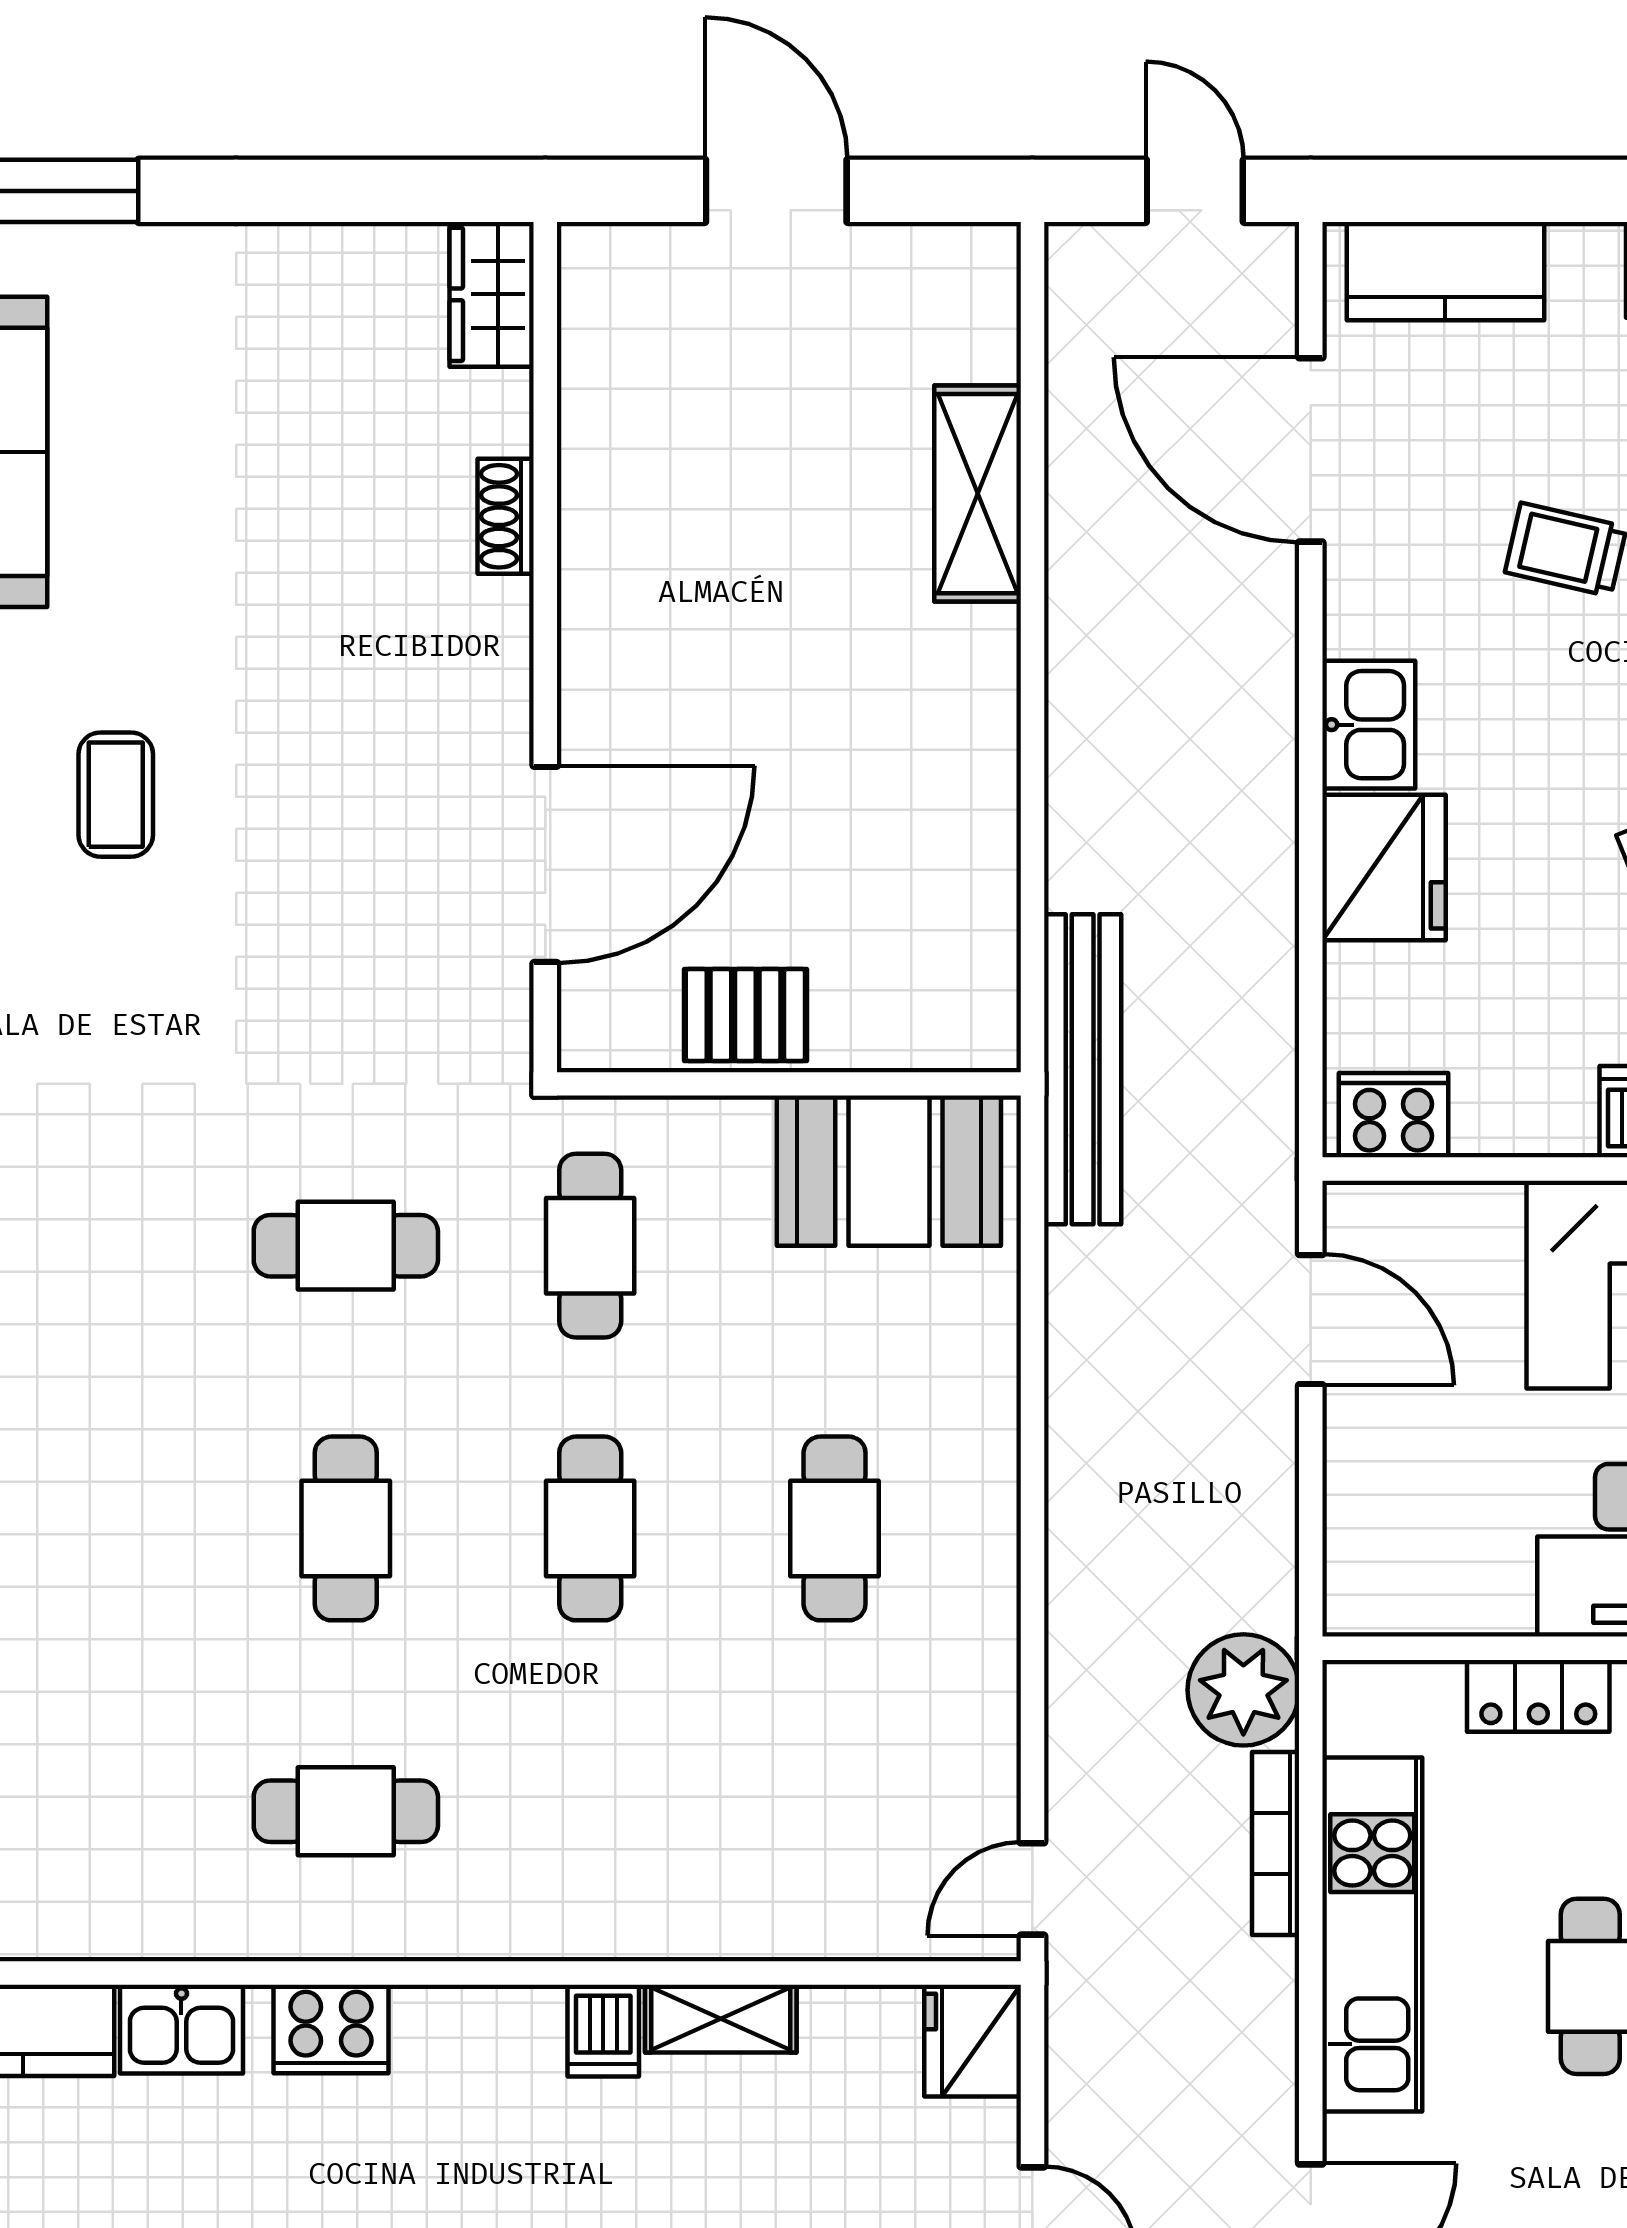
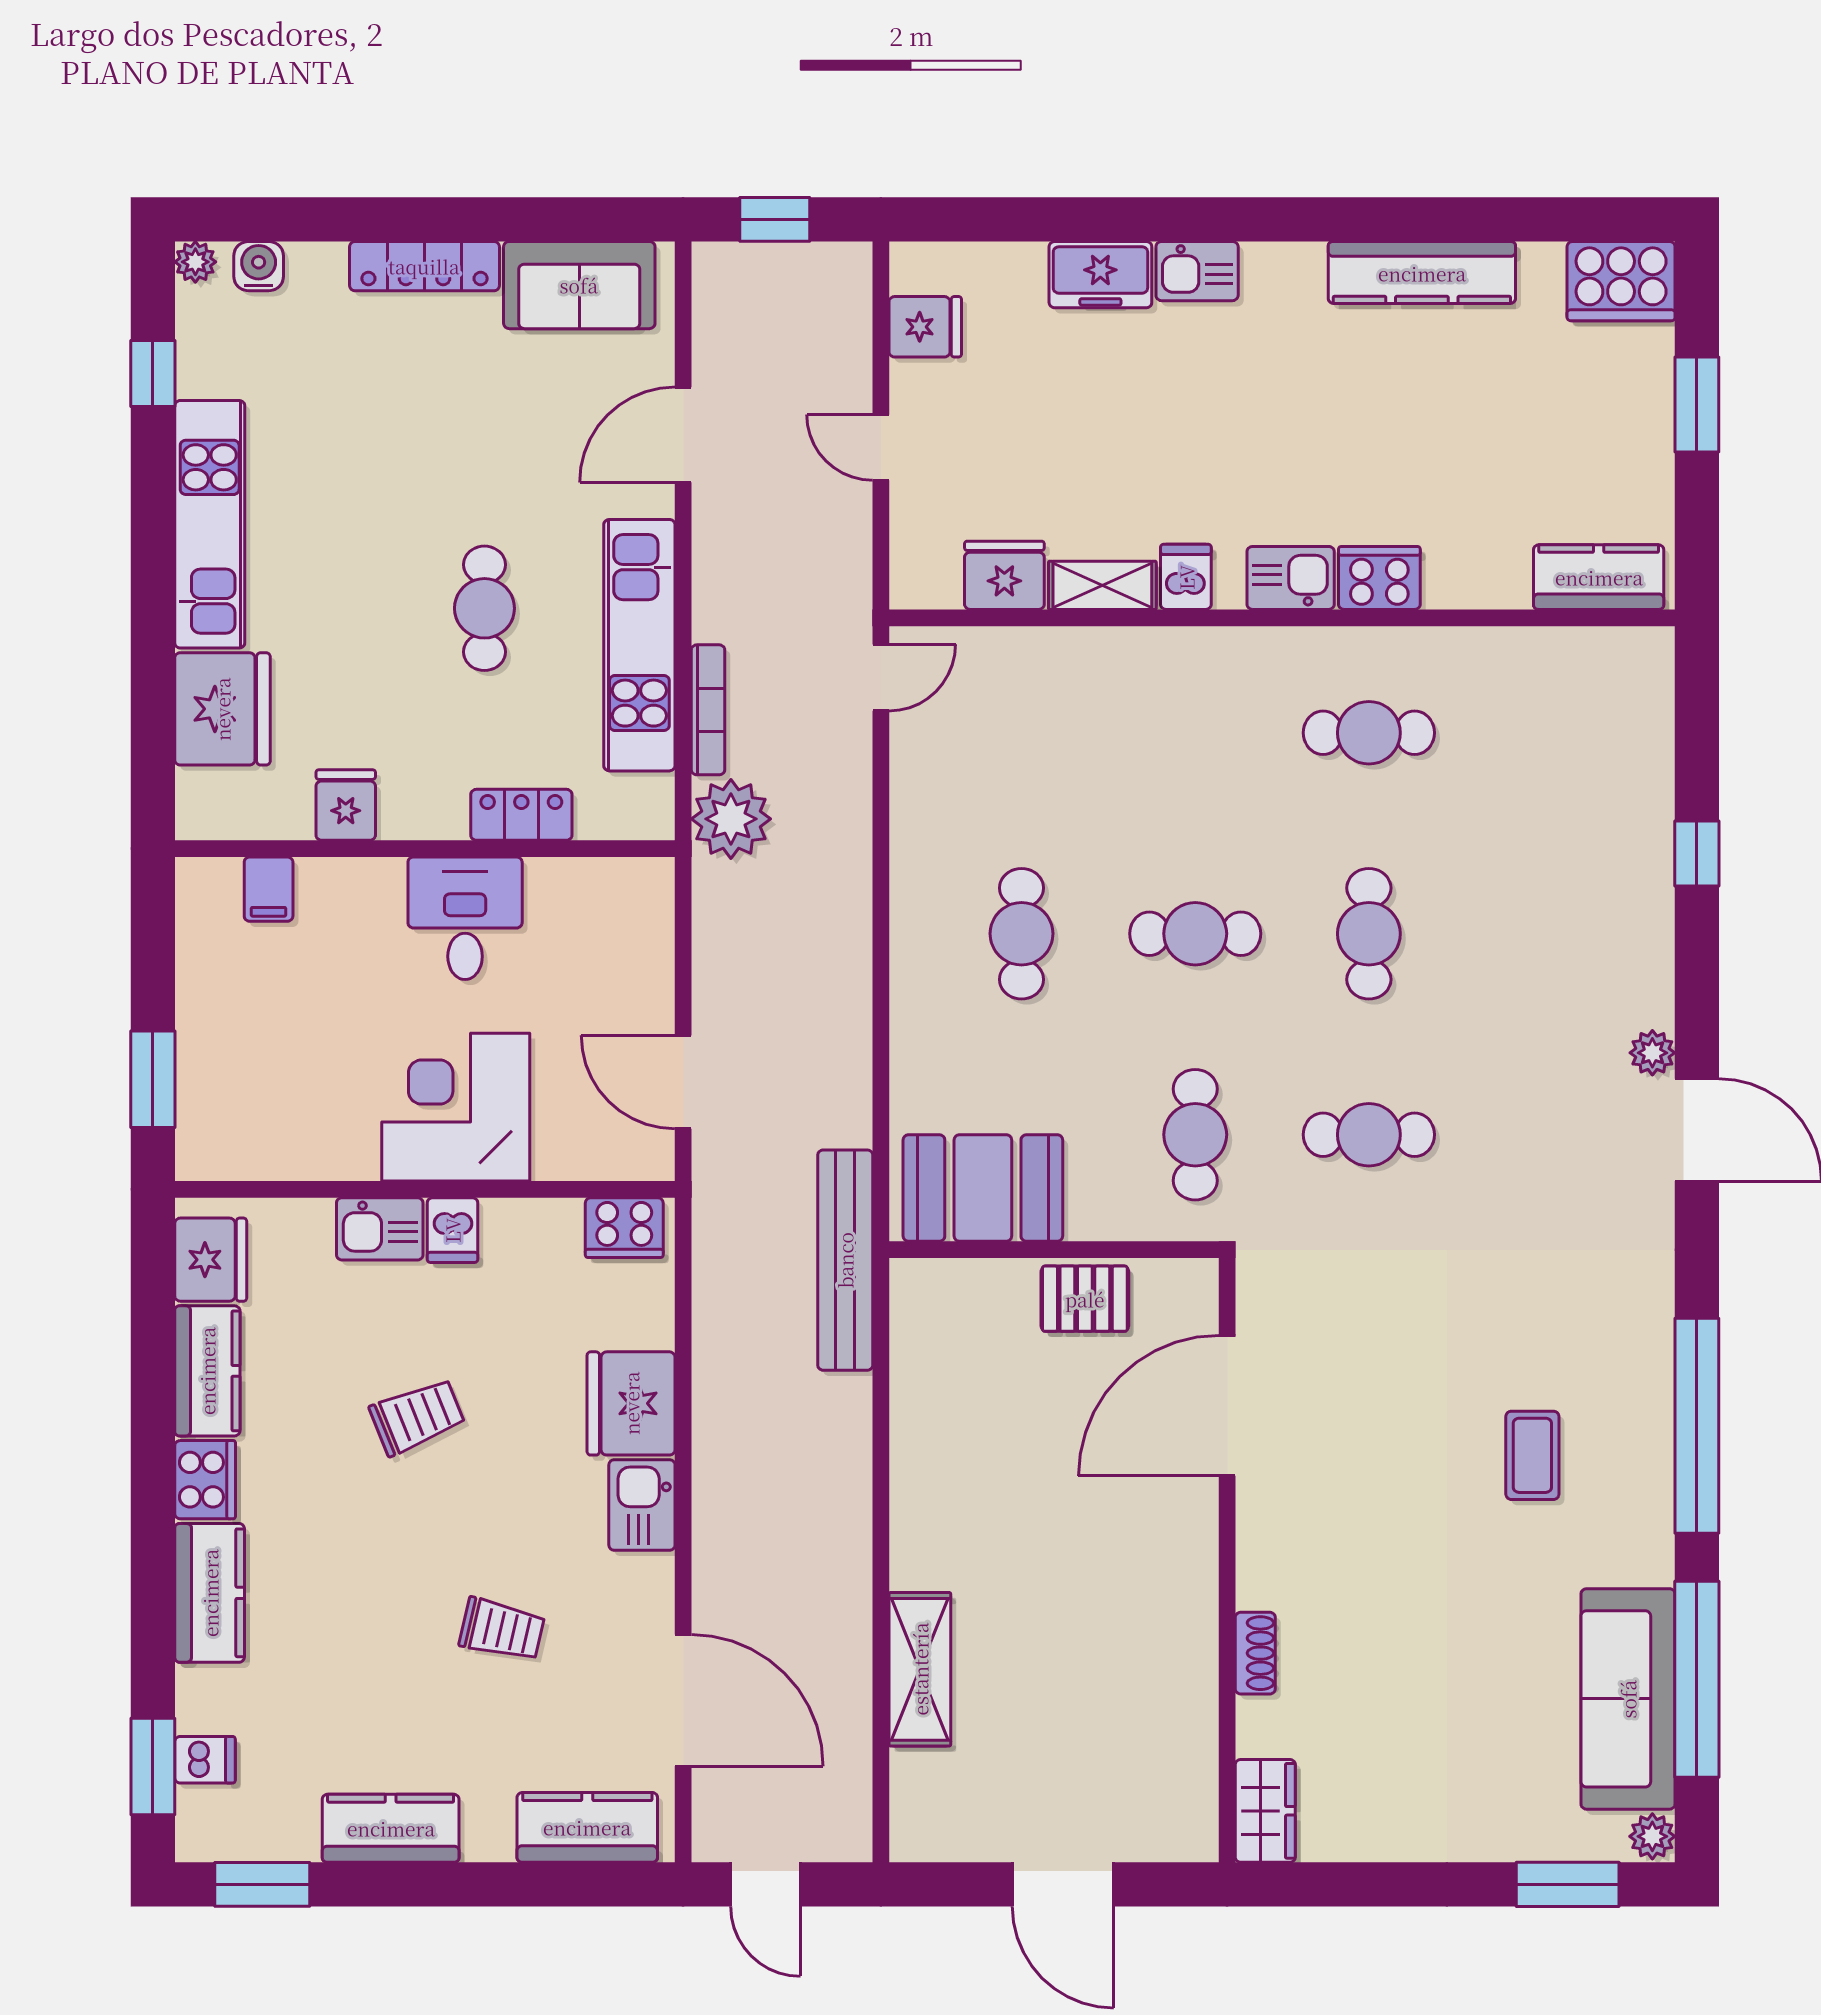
cafe table: (590, 1528) -> (1195, 934), turned 90
kitchen sink: (181, 2029) -> (1291, 578), moved
fridge: (973, 2041) -> (1004, 575), moved, turned -90

